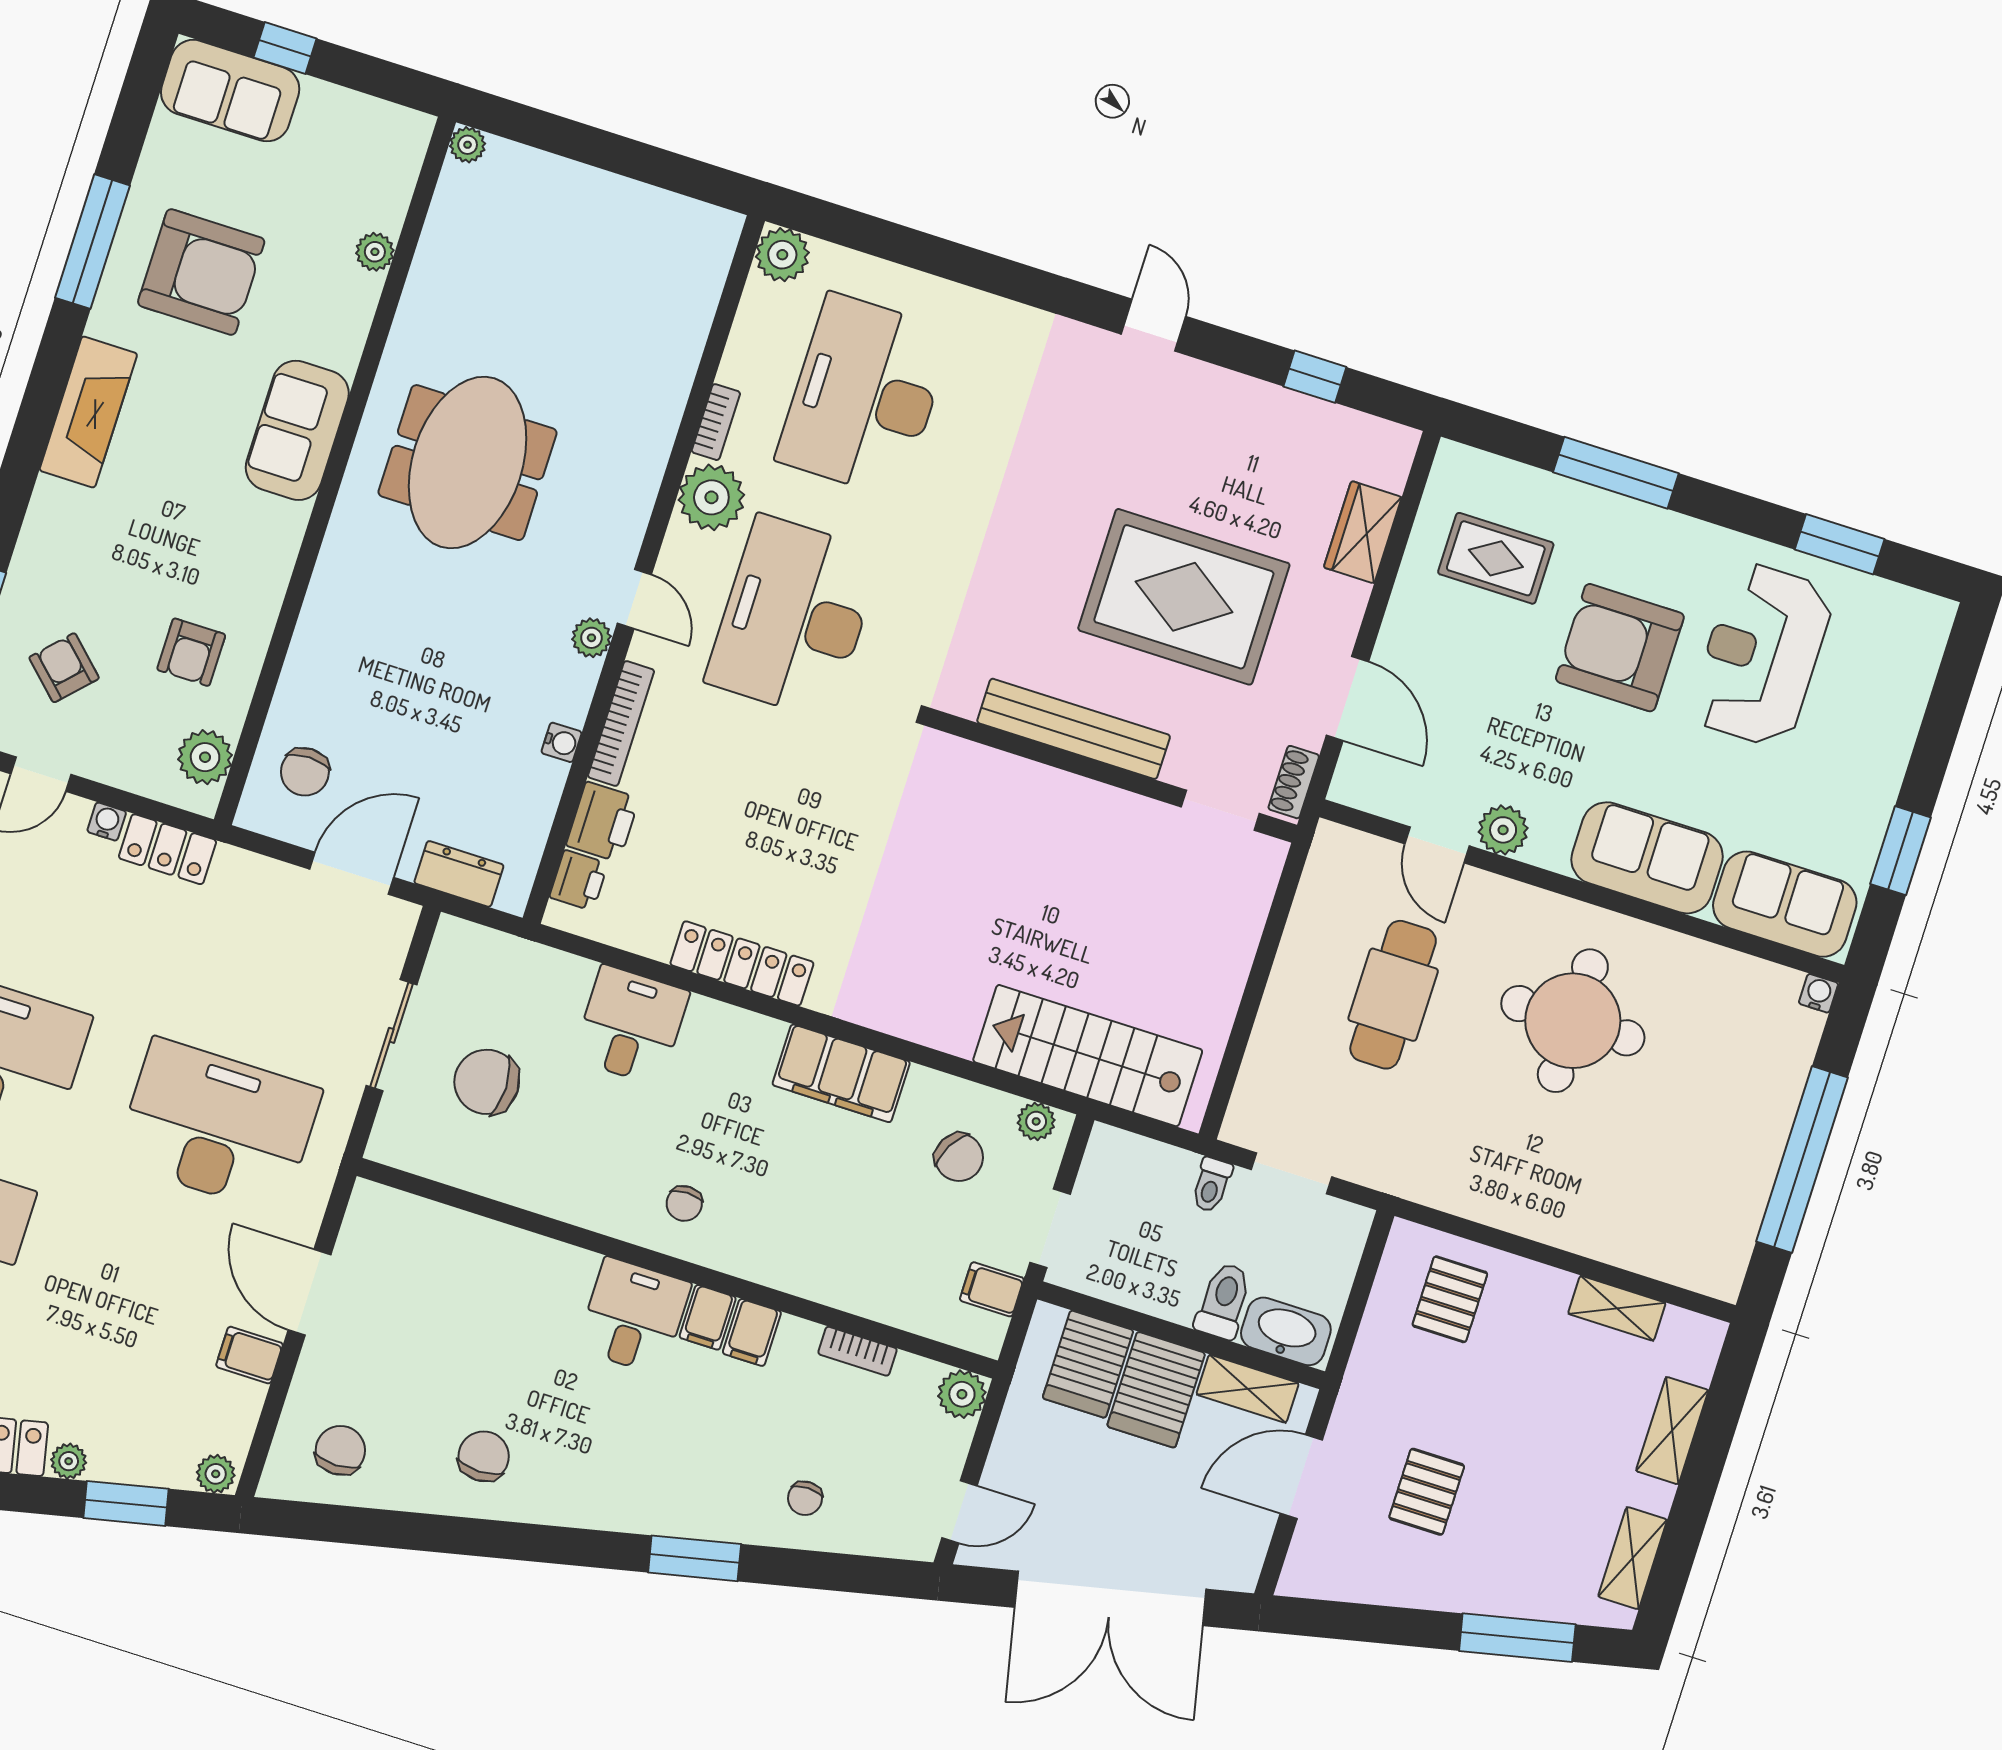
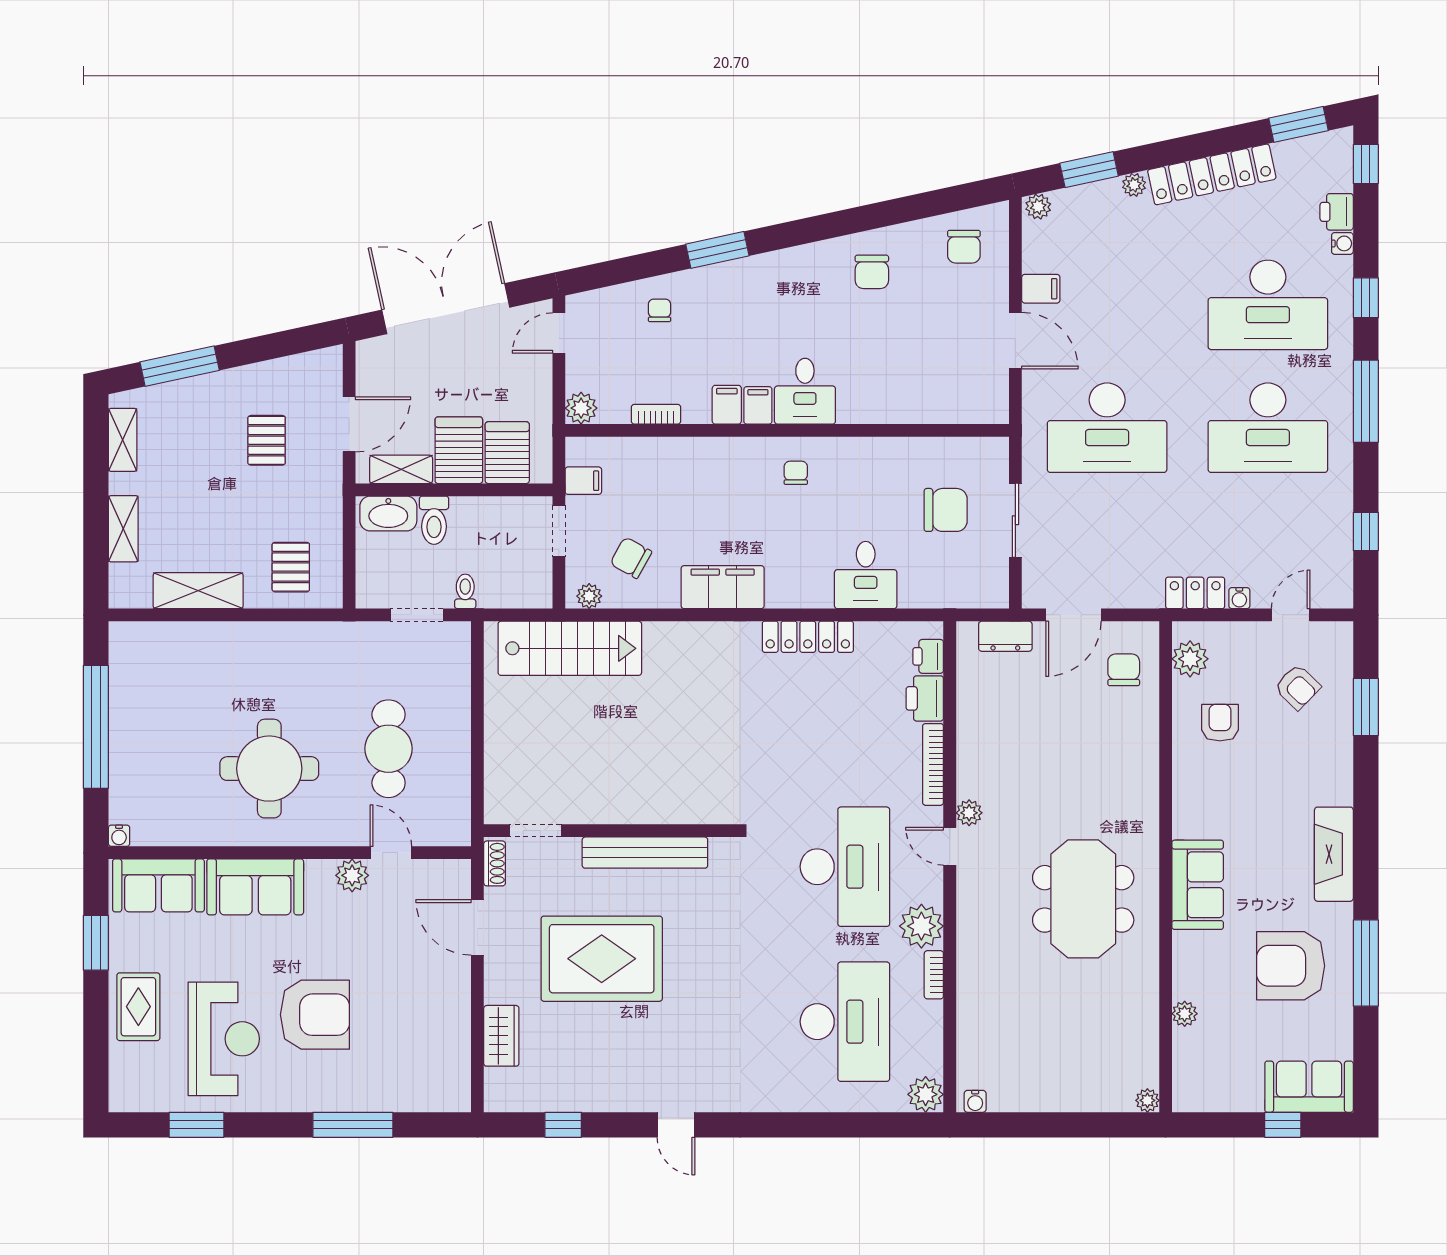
rug: (1496, 558) -> (138, 1007), moved, turned 90
water cooler: (562, 742) -> (975, 1101), moved, turned -90
shelving: (1617, 1308) -> (198, 591), width x1.50, depth x1.33

